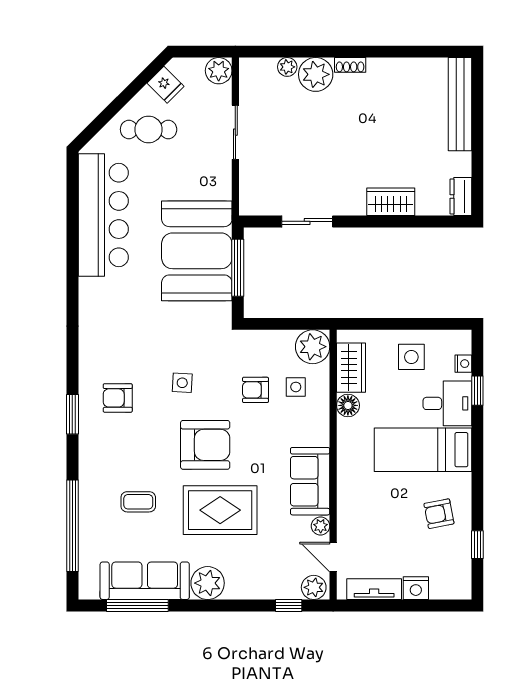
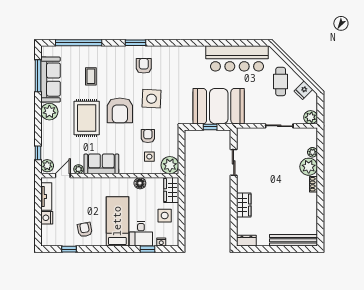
window: (238, 268) -> (210, 127), width x0.46
wardrobe: (351, 368) -> (171, 190), moved, turned 90
side table: (182, 383) -> (151, 99), width x1.87, depth x1.87

